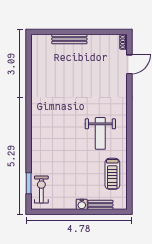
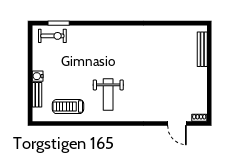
bench: (69, 39) -> (202, 49), moved
weight bench: (100, 133) -> (108, 95), turned -90

